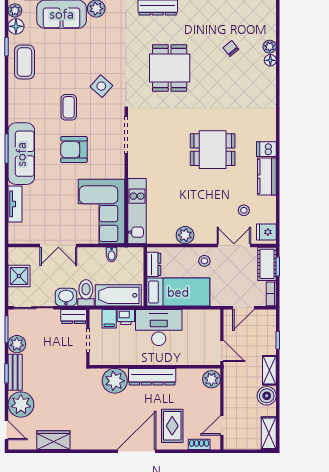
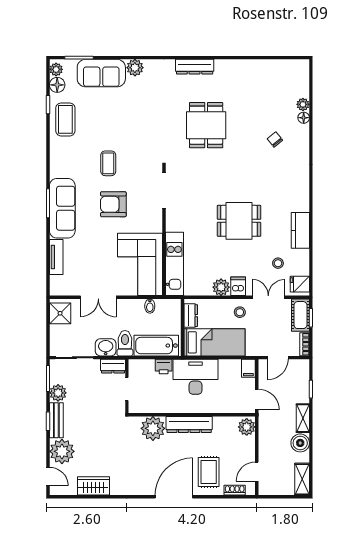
chair: (231, 48) -> (275, 139), moved
side table: (101, 86) -> (140, 143), removed
dishwasher: (266, 149) -> (238, 286), moved, turned 90
dining table: (213, 150) -> (239, 221), moved
shower: (19, 276) -> (60, 313), moved
filing cabinet: (109, 319) -> (248, 368), moved

